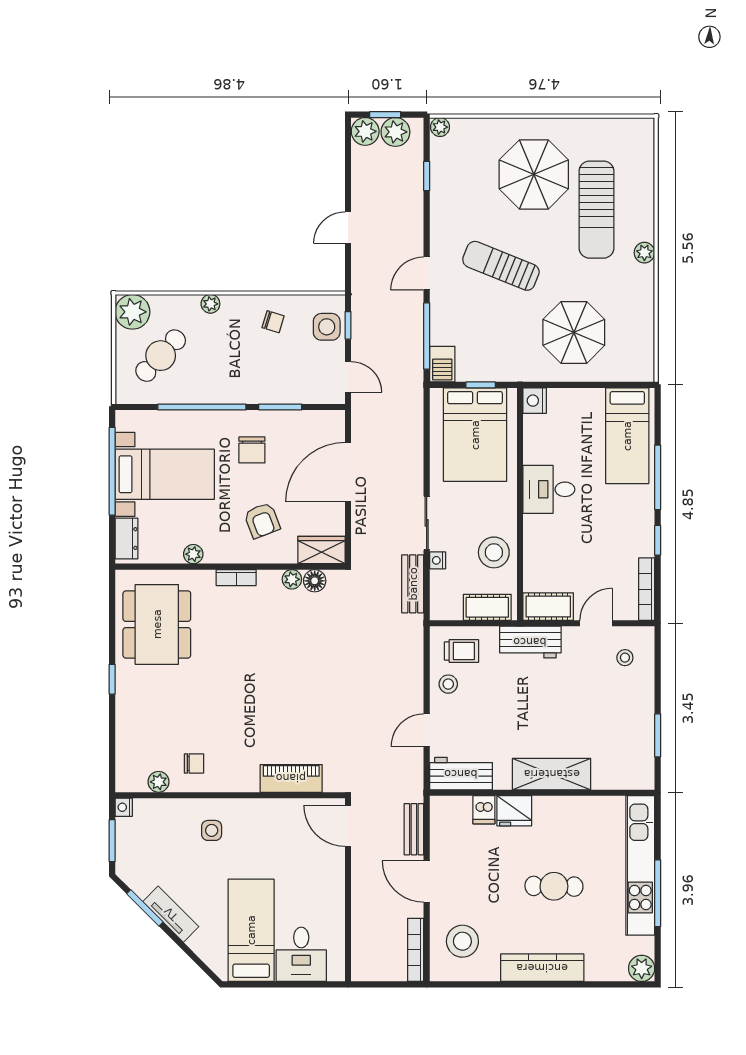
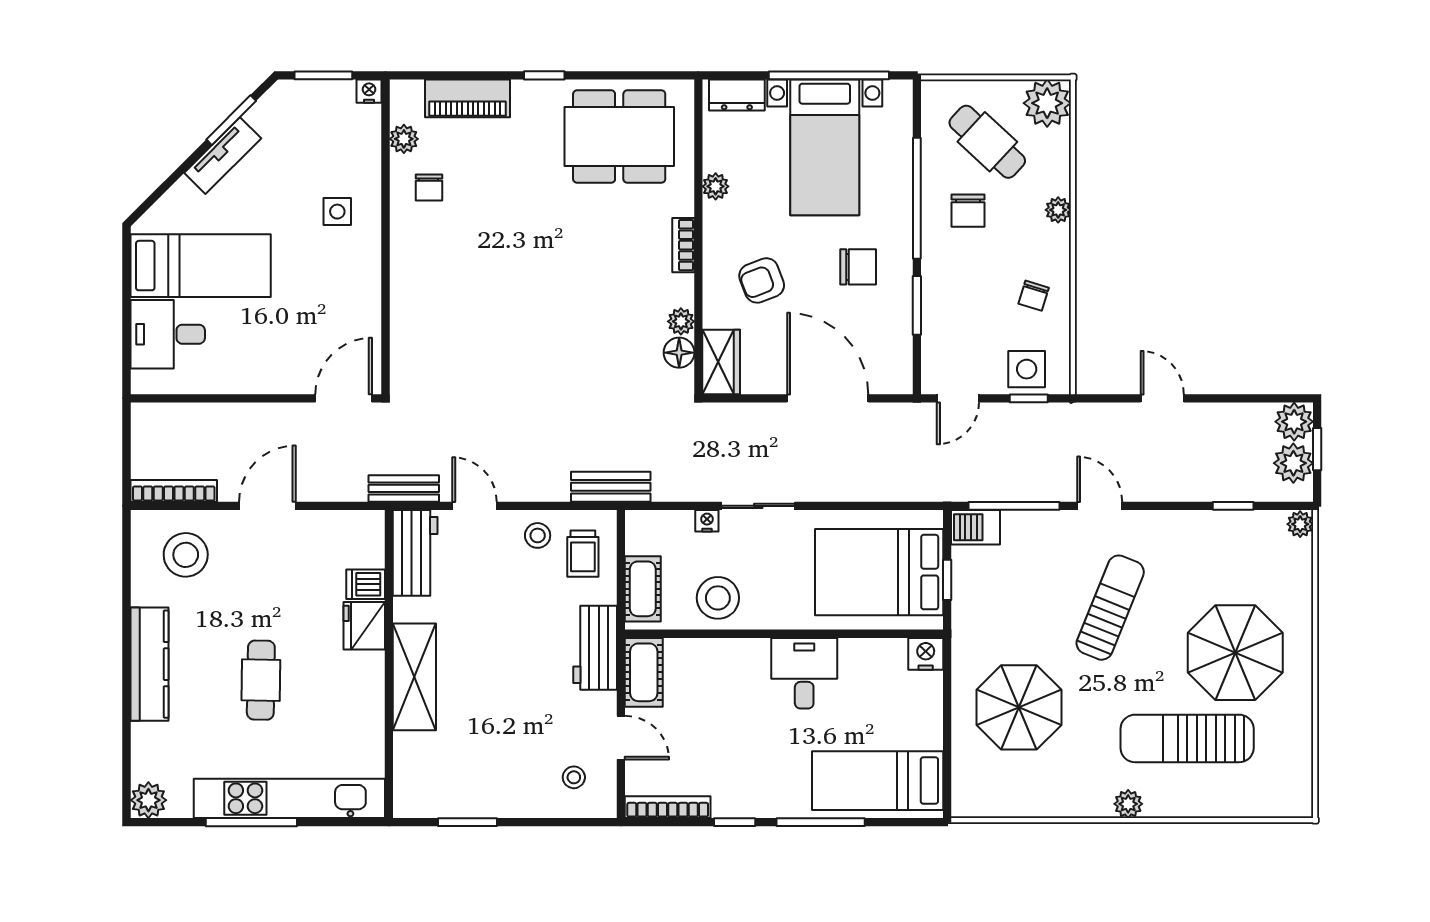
chair: (211, 370) -> (968, 211), added
chair: (252, 450) -> (858, 267), turned 180
bench: (413, 584) -> (611, 487), moved
piano: (291, 778) -> (468, 98), moved, turned 90
bench: (414, 829) -> (404, 488), moved

